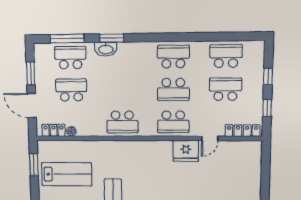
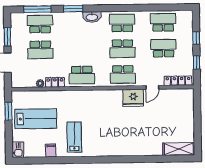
washbasin: (106, 49) -> (92, 17), moved
school desk: (71, 90) -> (40, 50), turned 180
locker: (53, 130) -> (55, 82), moved

